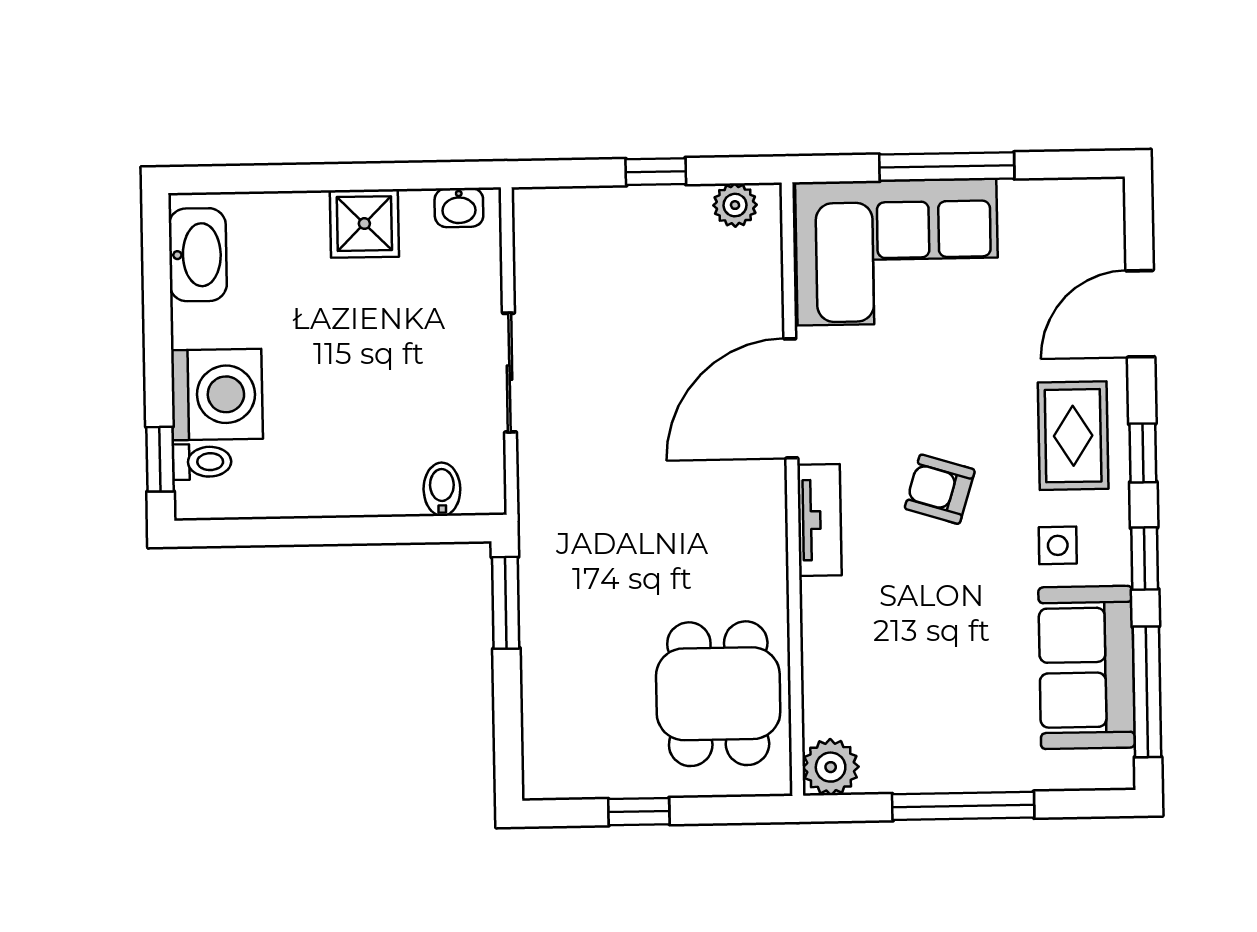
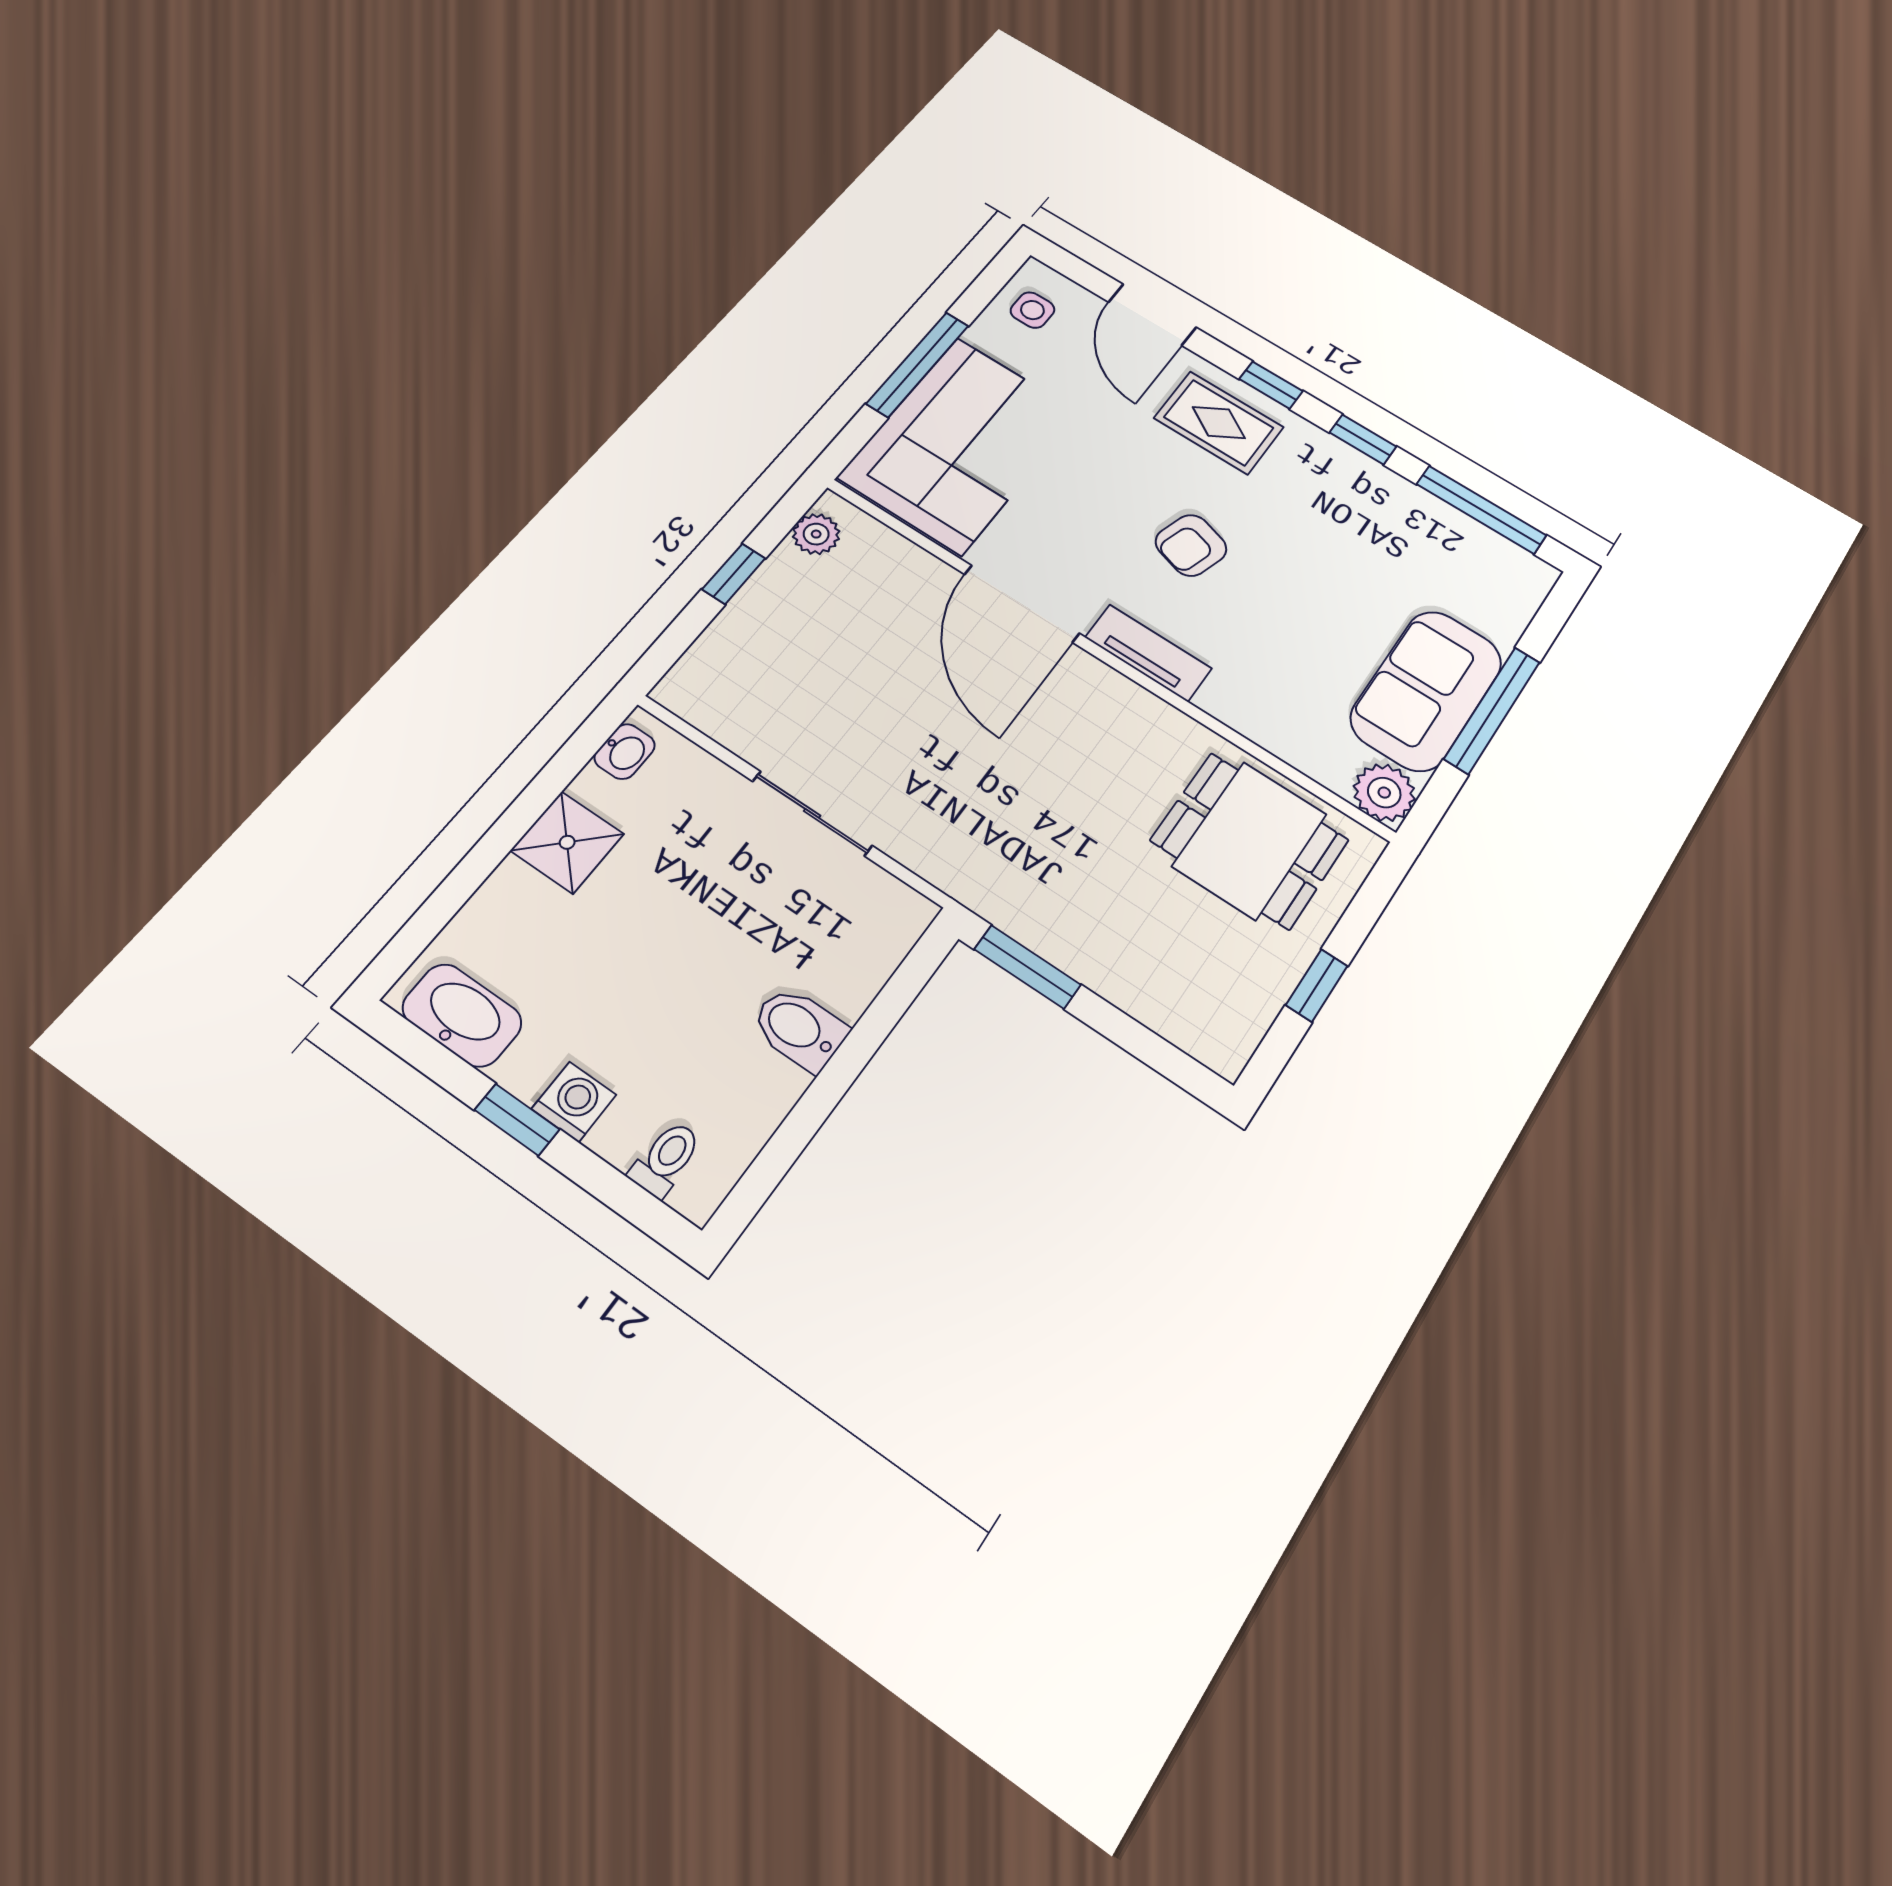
washing machine: (217, 394) -> (574, 1102), width x0.53, depth x0.53
window: (160, 459) -> (517, 1120), moved
bidet: (442, 489) -> (799, 1028), moved, width x1.38, depth x1.36
side table: (1058, 545) -> (1032, 310), moved
sofa: (1087, 667) -> (1426, 690), moved, turned 90

